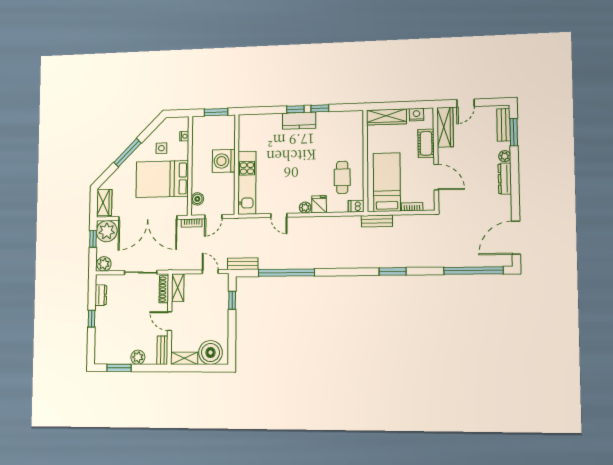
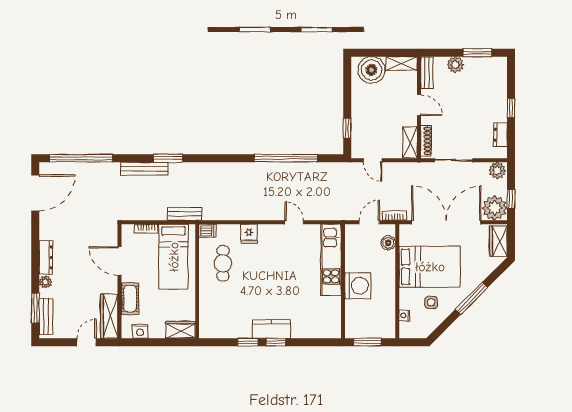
wardrobe: (386, 117) -> (181, 330), width x0.67
plant: (305, 208) -> (265, 230), removed
bench: (243, 264) -> (144, 169), moved, width x1.36

